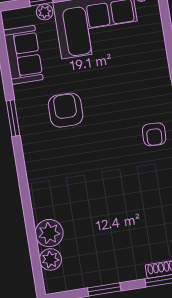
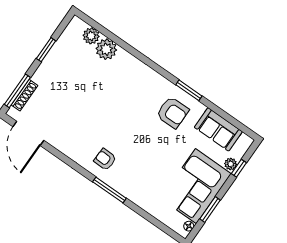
armchair: (66, 110) -> (173, 112), moved

